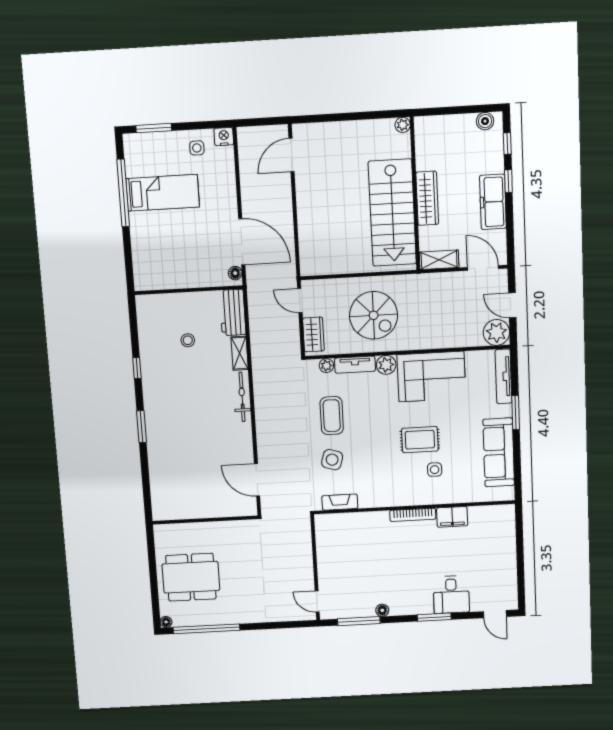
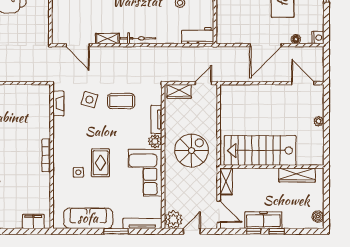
plant: (403, 125) -> (319, 121), moved
window: (507, 143) -> (254, 231), moved
side table: (197, 148) -> (311, 19), removed
wardrobe: (427, 198) -> (297, 175), moved
door: (242, 242) -> (266, 45), moved
door: (483, 268) -> (219, 212), hinge flipped
floor lamp: (235, 273) -> (296, 39), moved
spiral stairs: (374, 315) -> (192, 150), moved, turned 180
shelving: (240, 353) -> (107, 39), moved
plant: (326, 366) -> (157, 99), removed
door: (257, 480) -> (78, 45), swing flipped
filing cabinet: (452, 517) -> (33, 222), moved, turned 90

